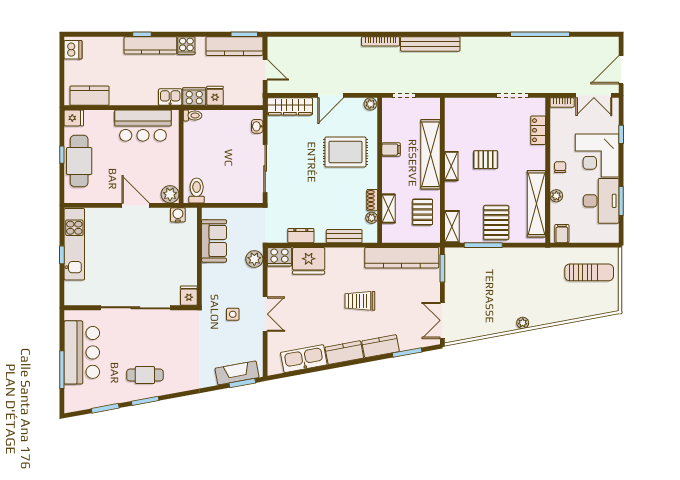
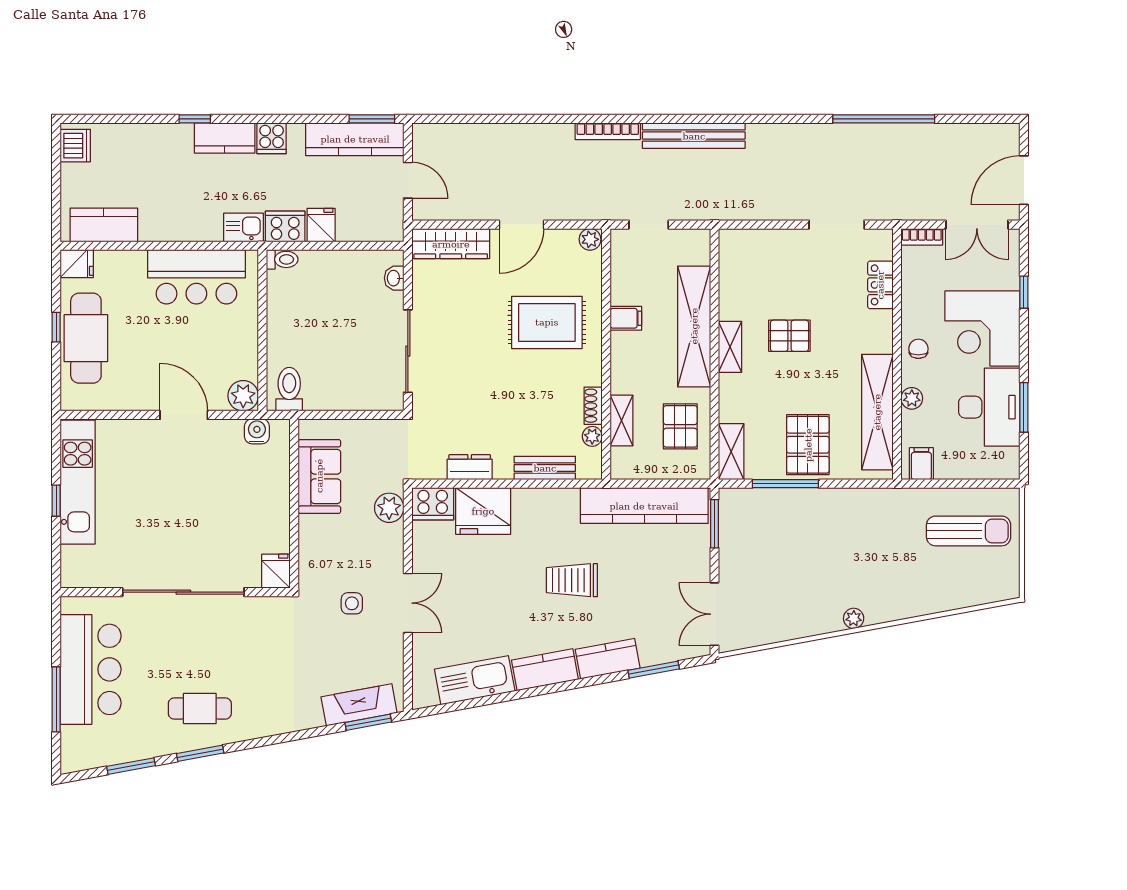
kitchen counter: (150, 45) -> (225, 138), width x0.67

